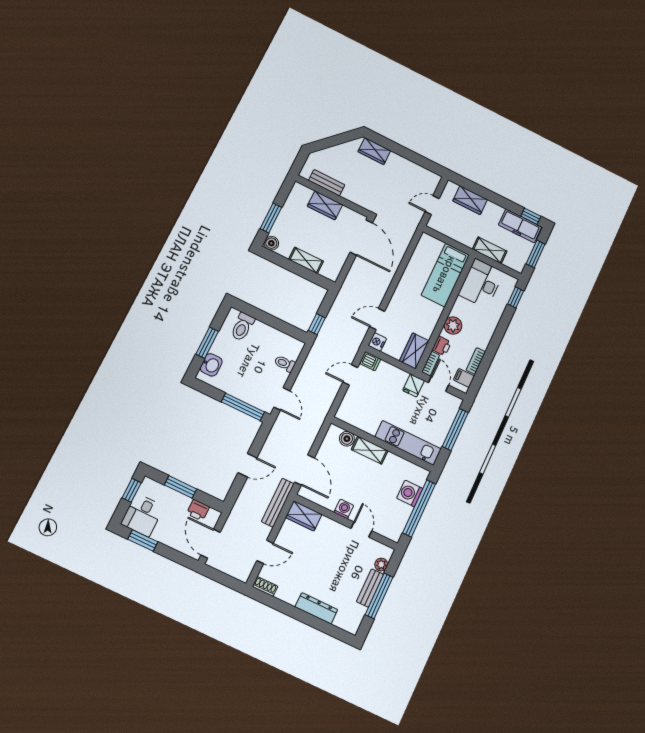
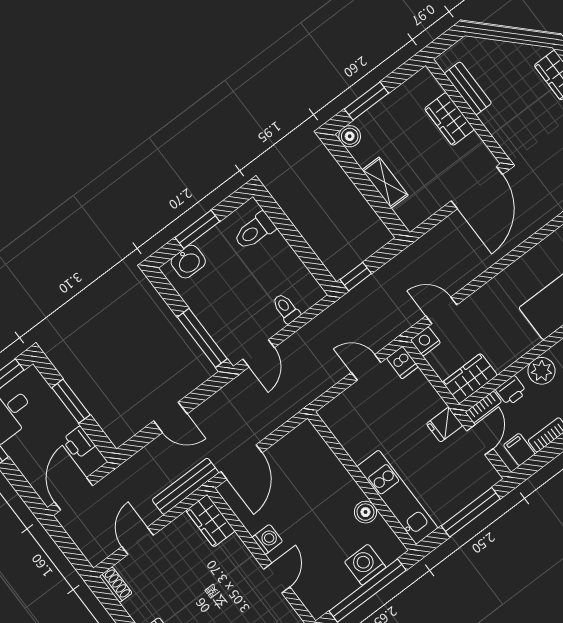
boiler: (347, 439) -> (365, 512), moved
shelving: (370, 450) -> (341, 480), removed
door: (265, 552) -> (138, 541), swing flipped

